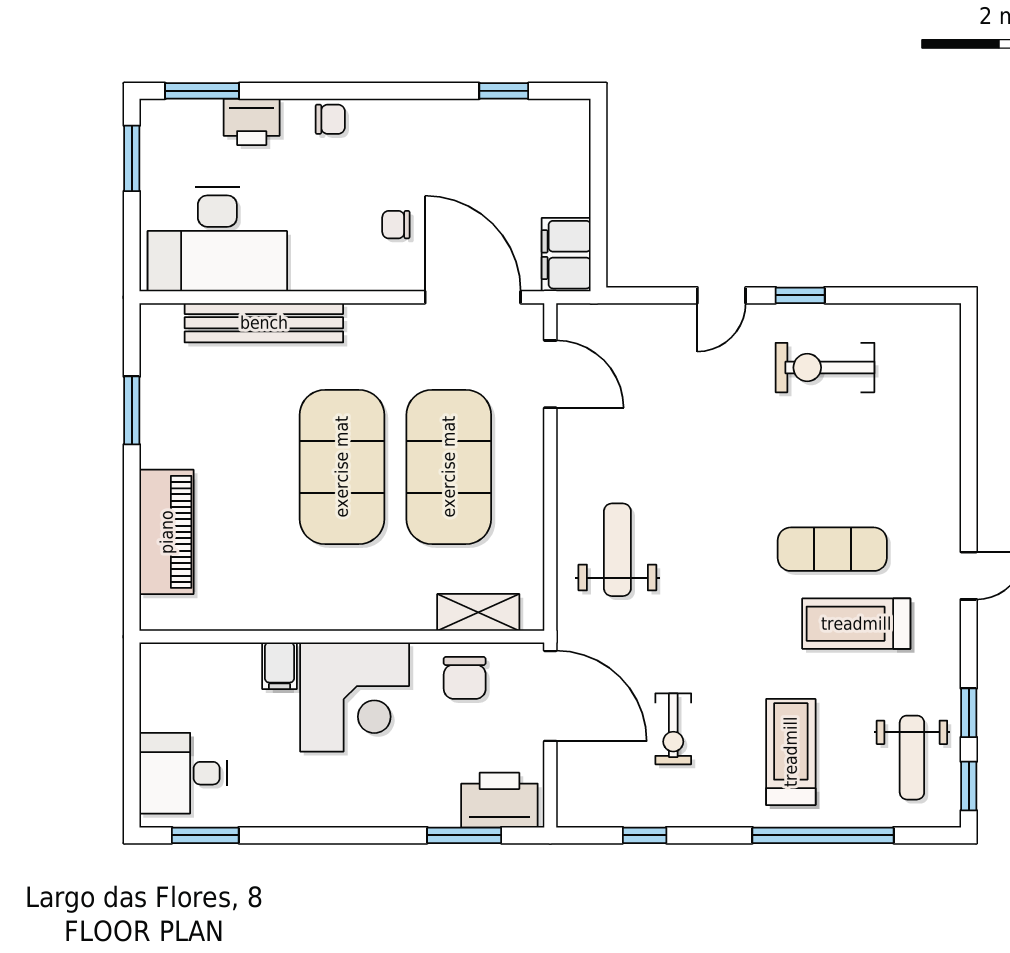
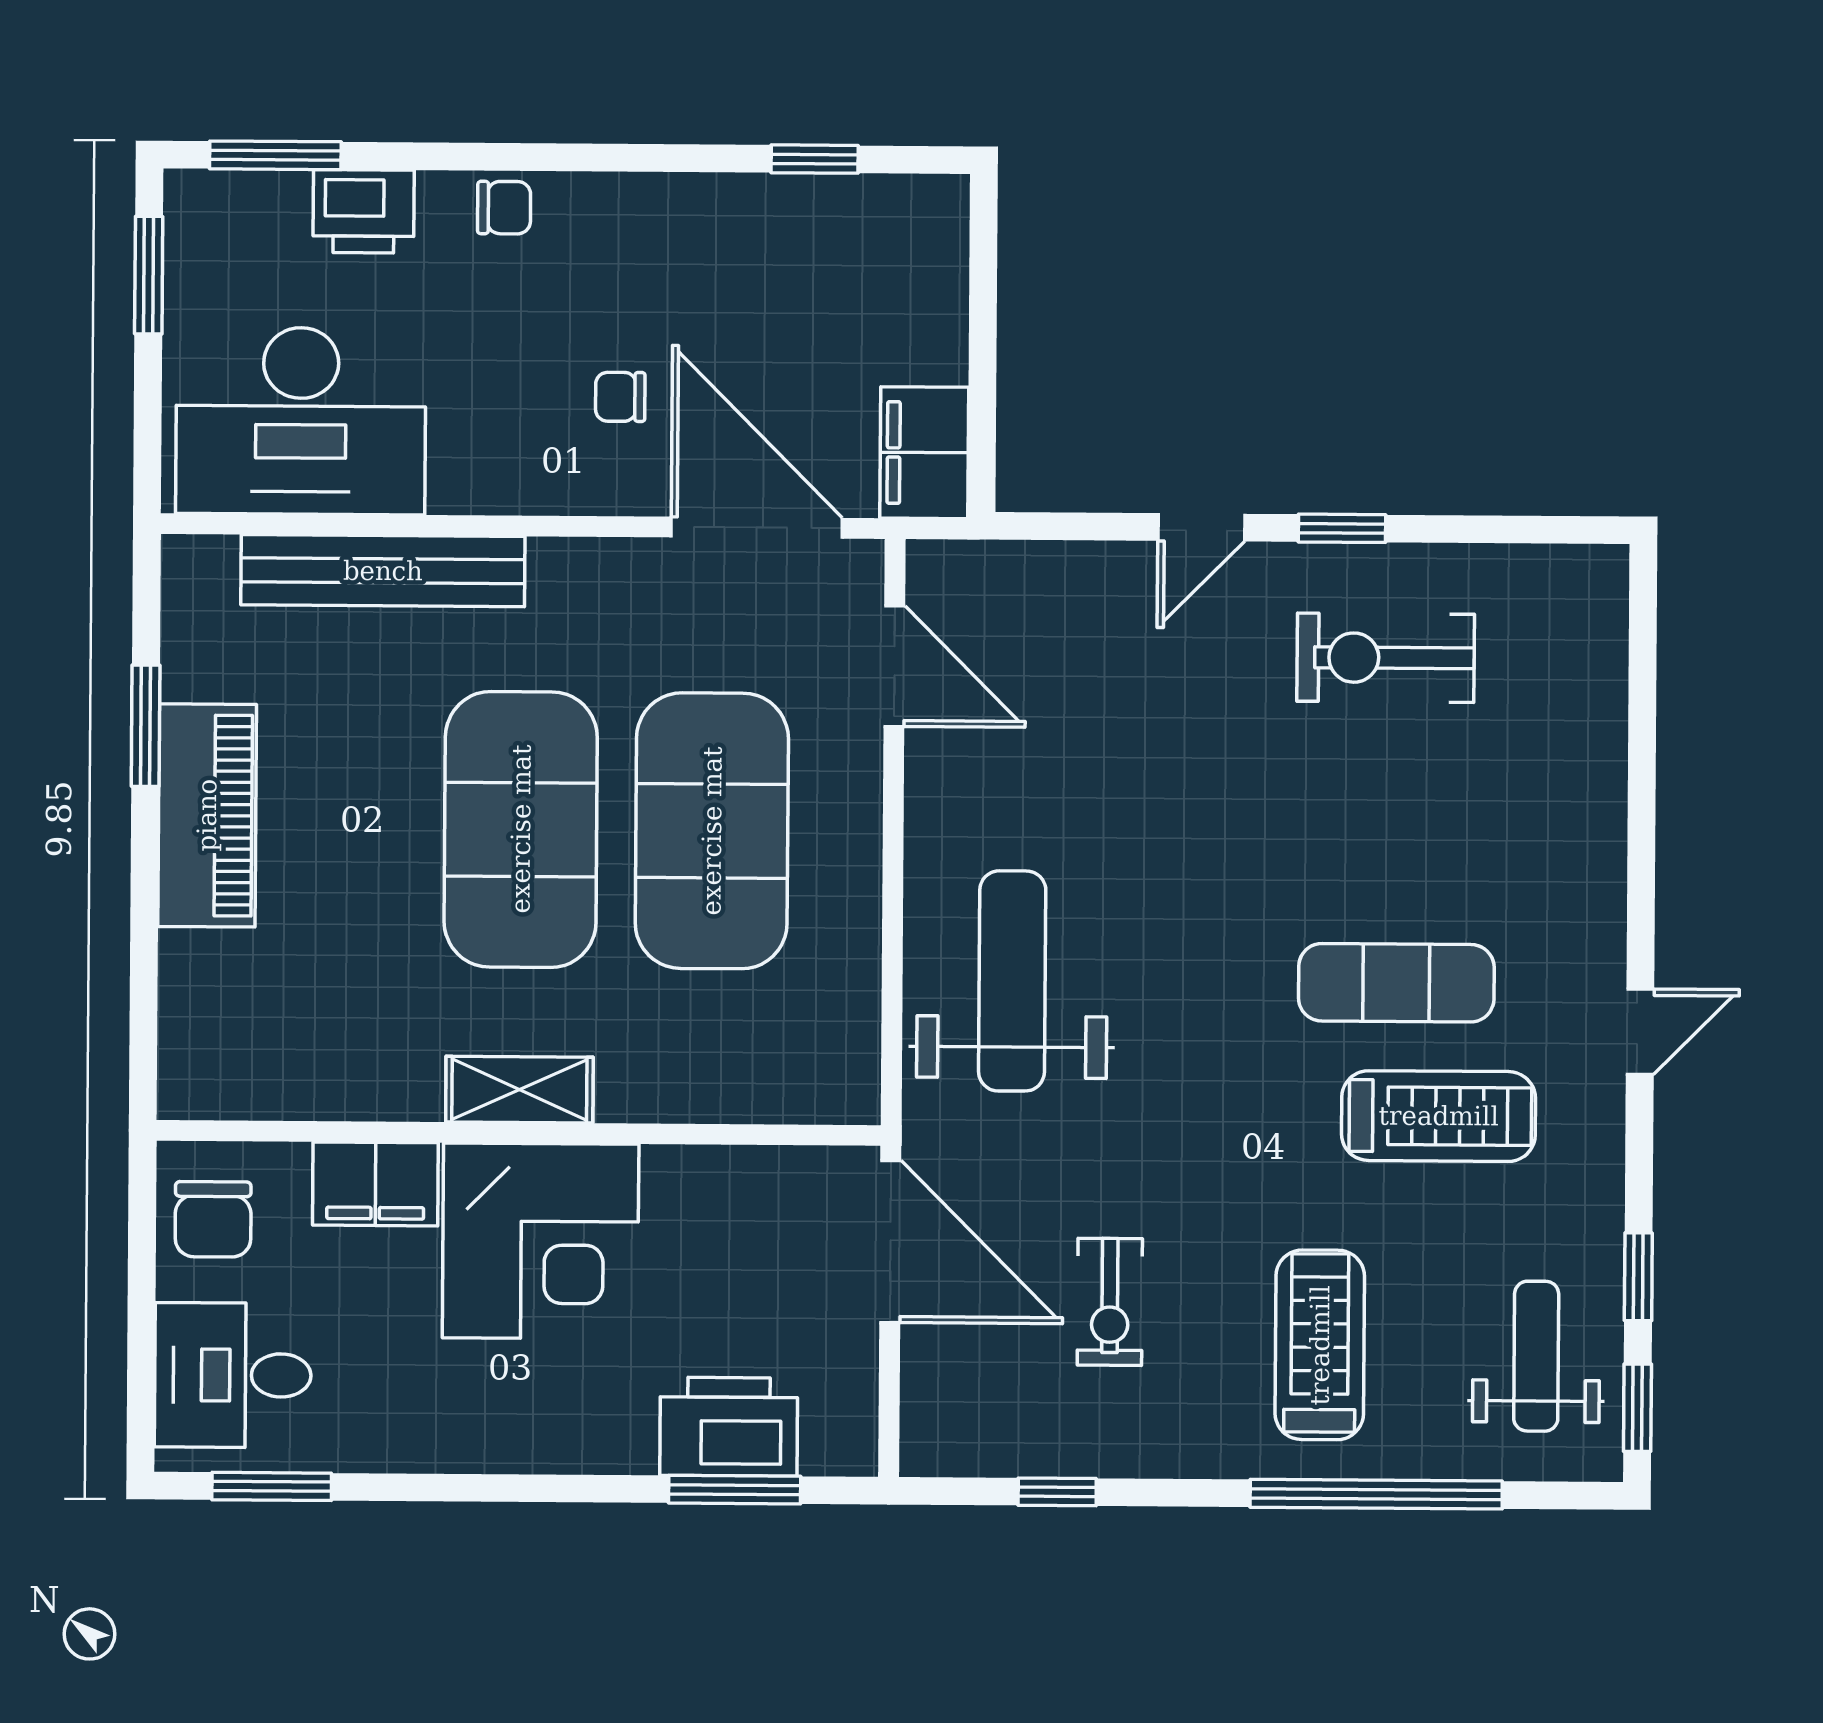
piano: (167, 532) -> (207, 815), moved
weight bench: (617, 550) -> (1012, 981), width x1.36, depth x1.33
shelving: (478, 612) -> (519, 1090), moved
treadmill: (856, 624) -> (1439, 1116), turned 180
filing cabinet: (280, 666) -> (375, 1184), width x2.00
chair: (465, 678) -> (213, 1219), moved
weight bench: (912, 758) -> (1536, 1356), turned 180
printer: (499, 800) -> (729, 1427), moved

